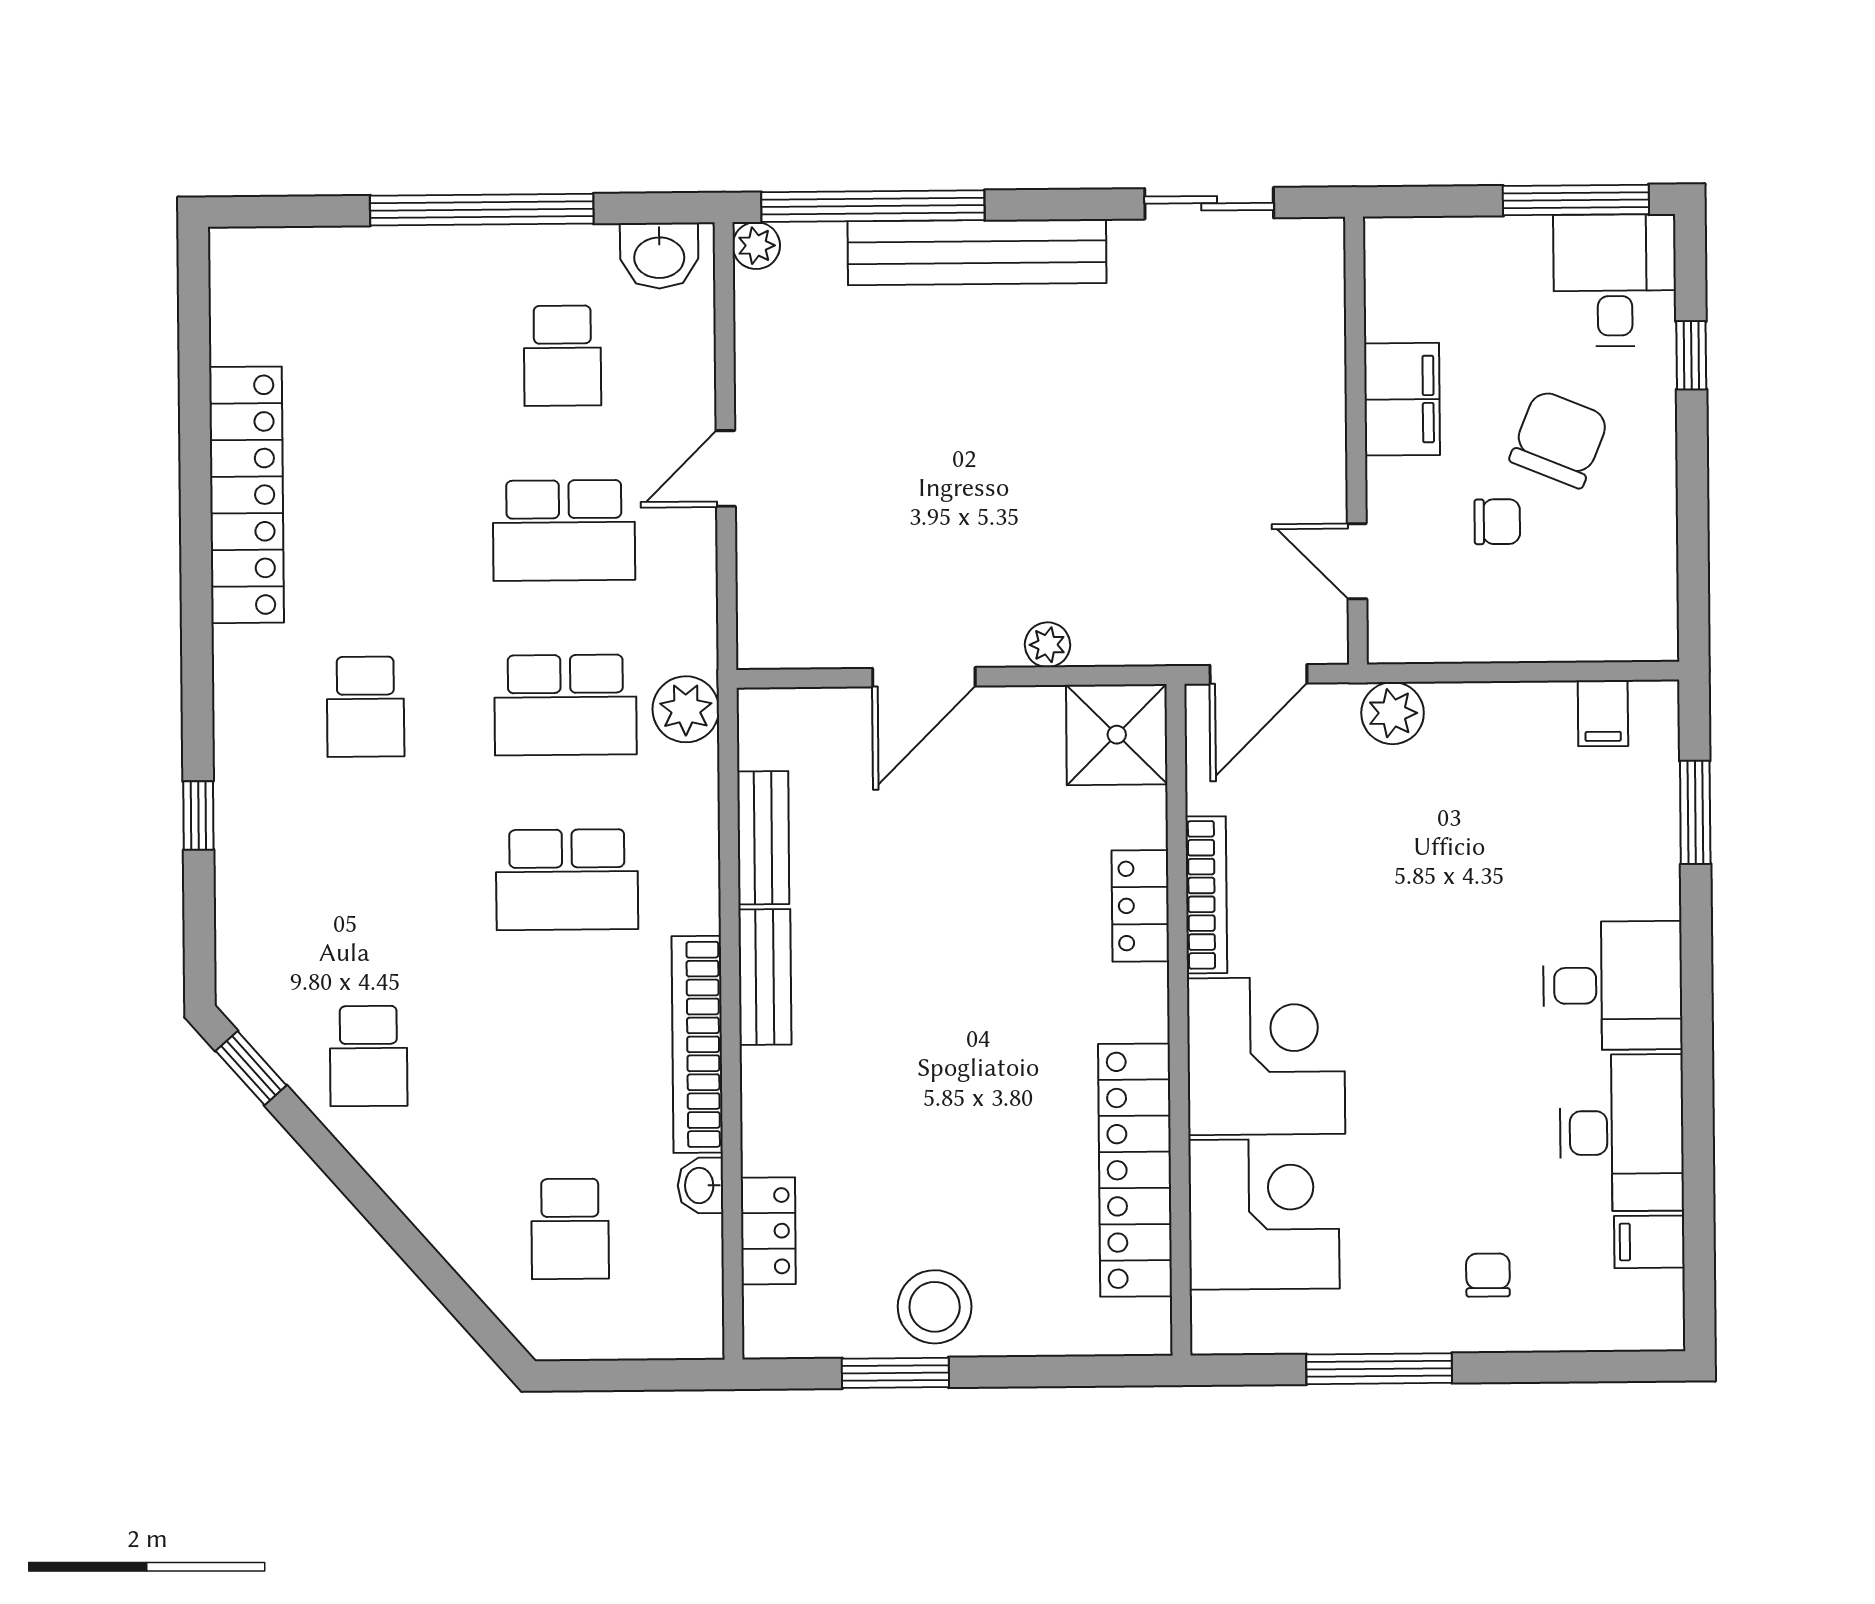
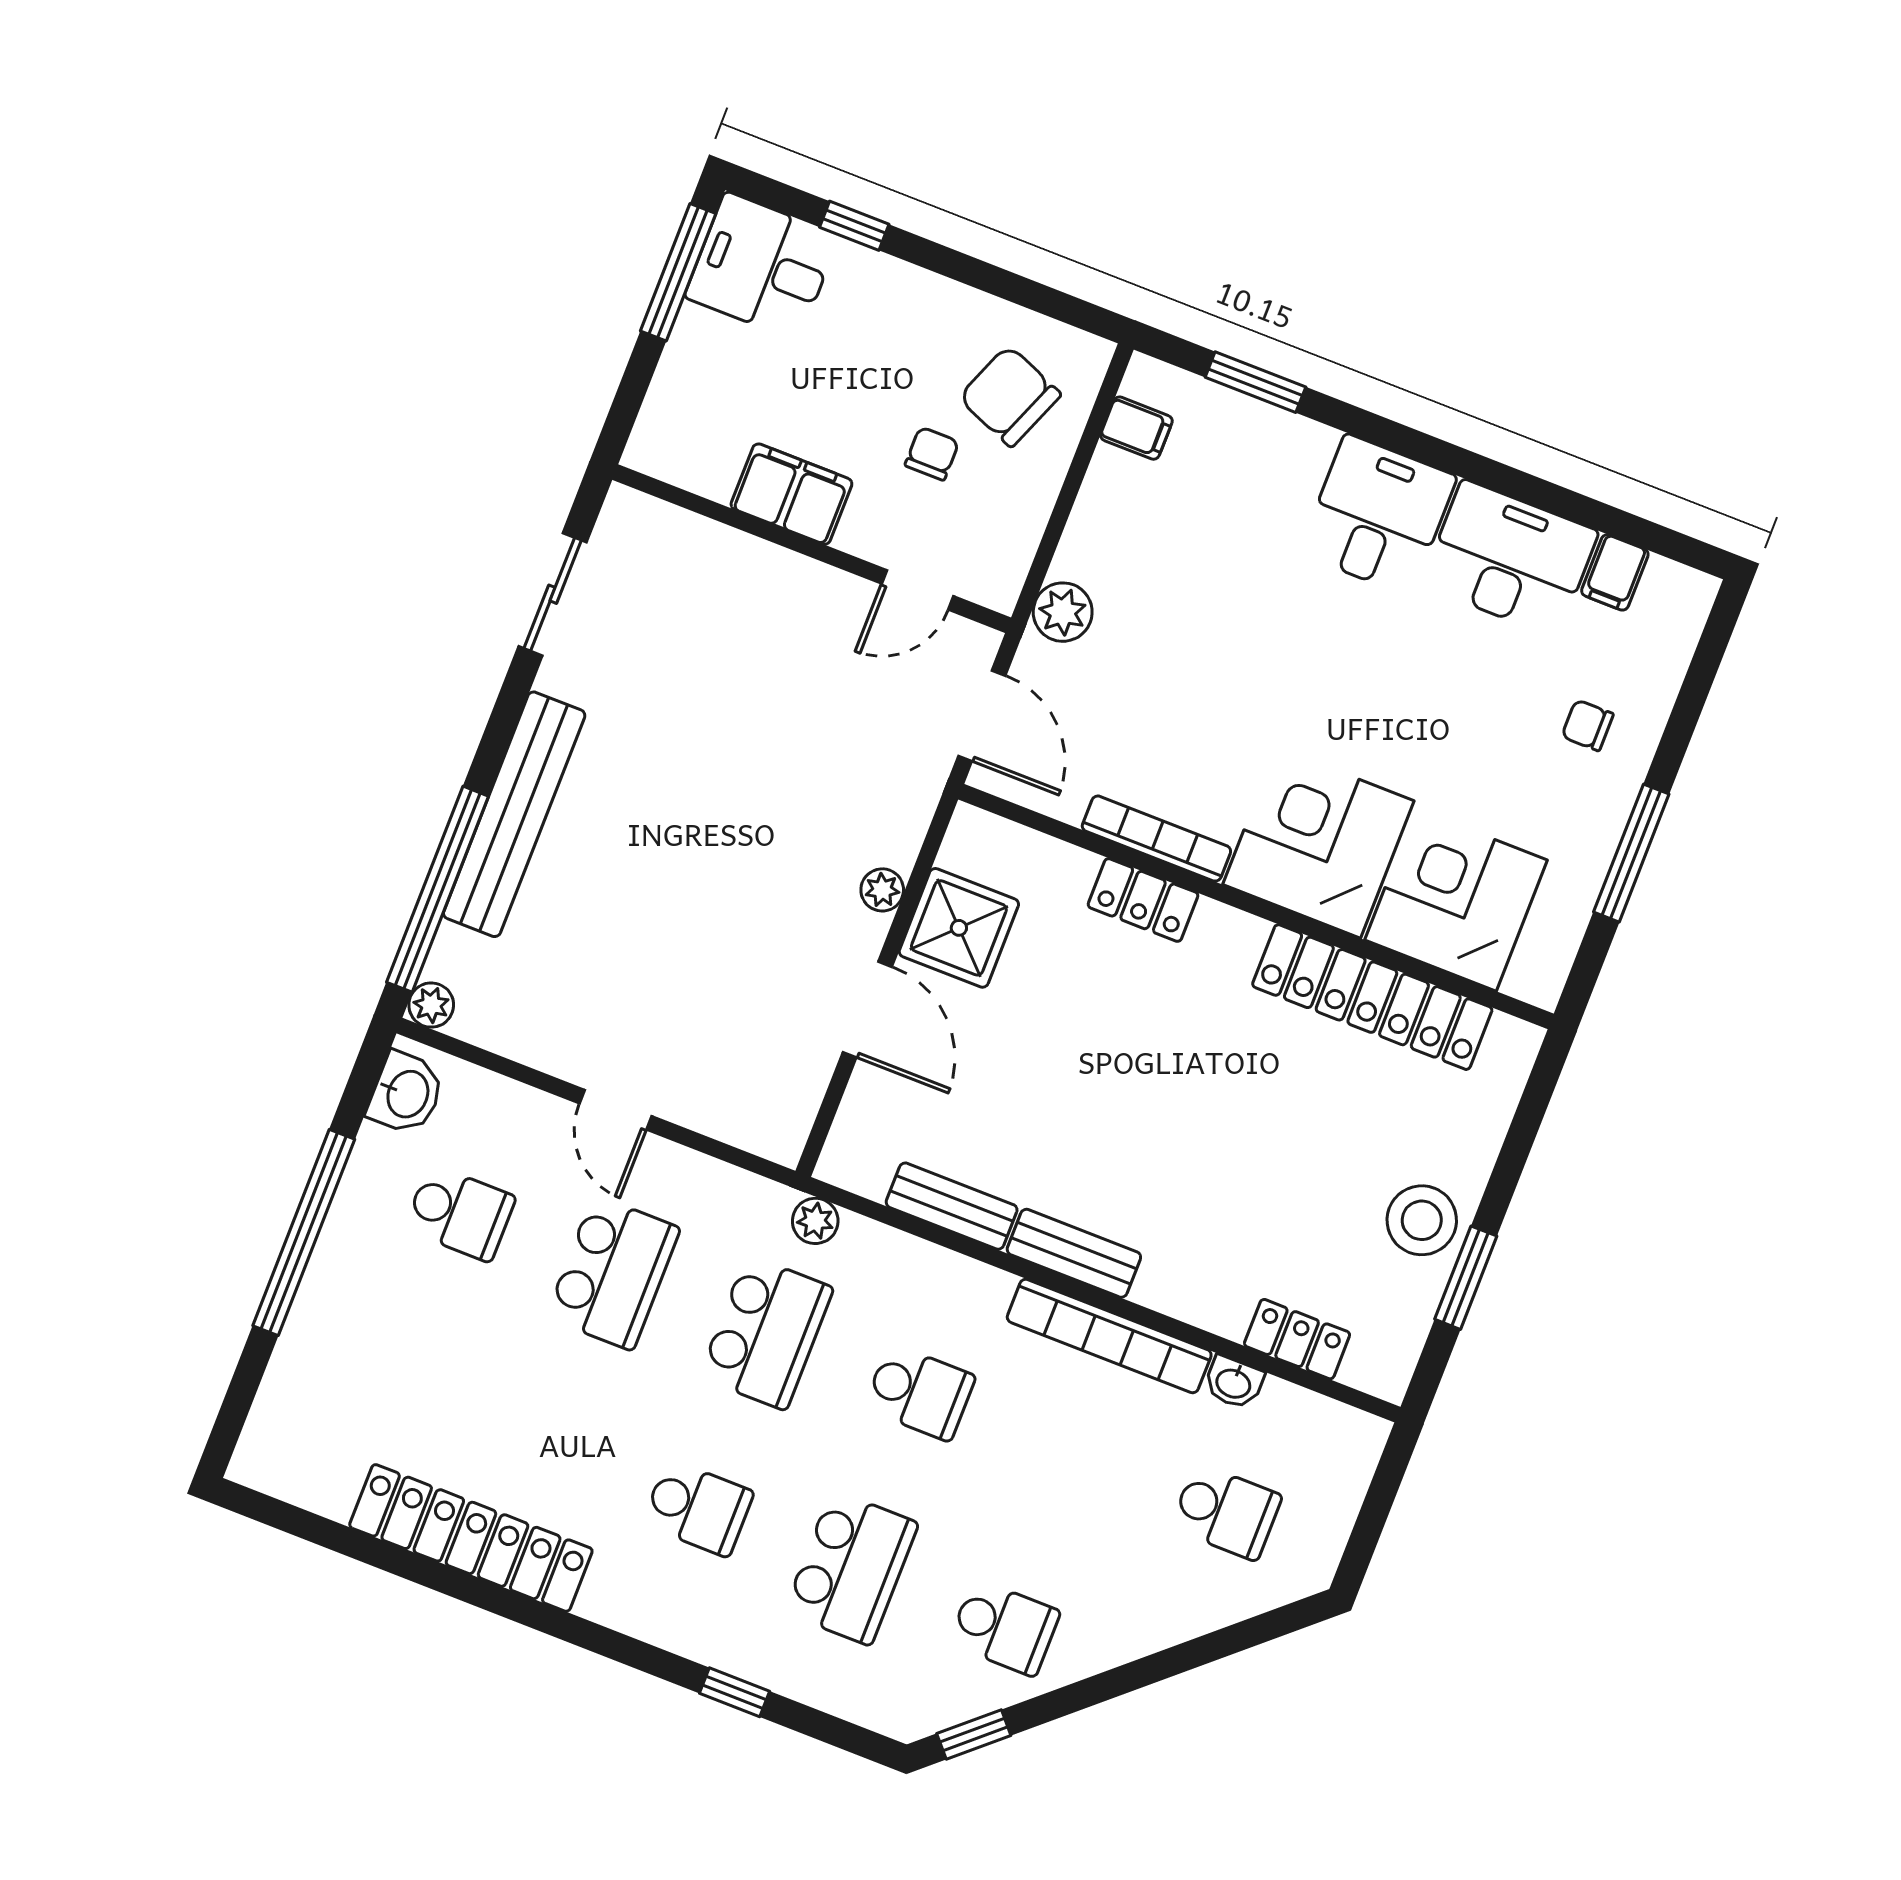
chair: (1559, 439) -> (1010, 396), moved
plant: (686, 709) -> (815, 1221), width x0.73, depth x0.73
shower: (1117, 735) -> (959, 928), moved
school desk: (567, 880) -> (920, 1392), width x0.54
school desk: (367, 881) -> (851, 1568), added

